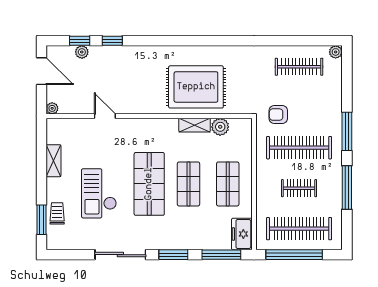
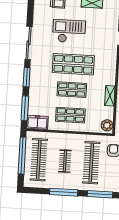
plant: (220, 127) -> (107, 125), moved

